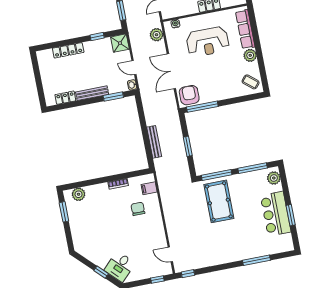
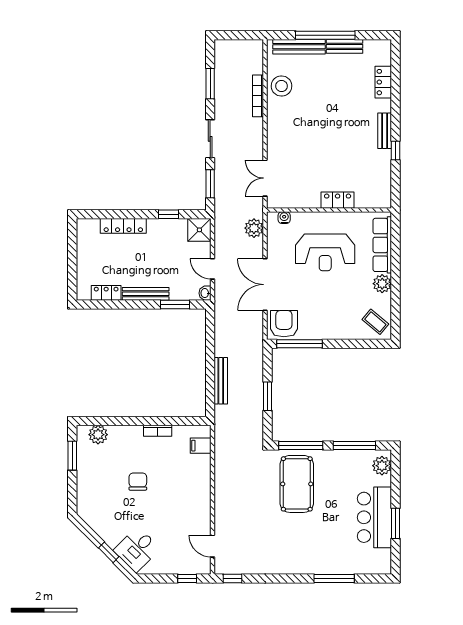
chair: (138, 209) -> (138, 482), moved

